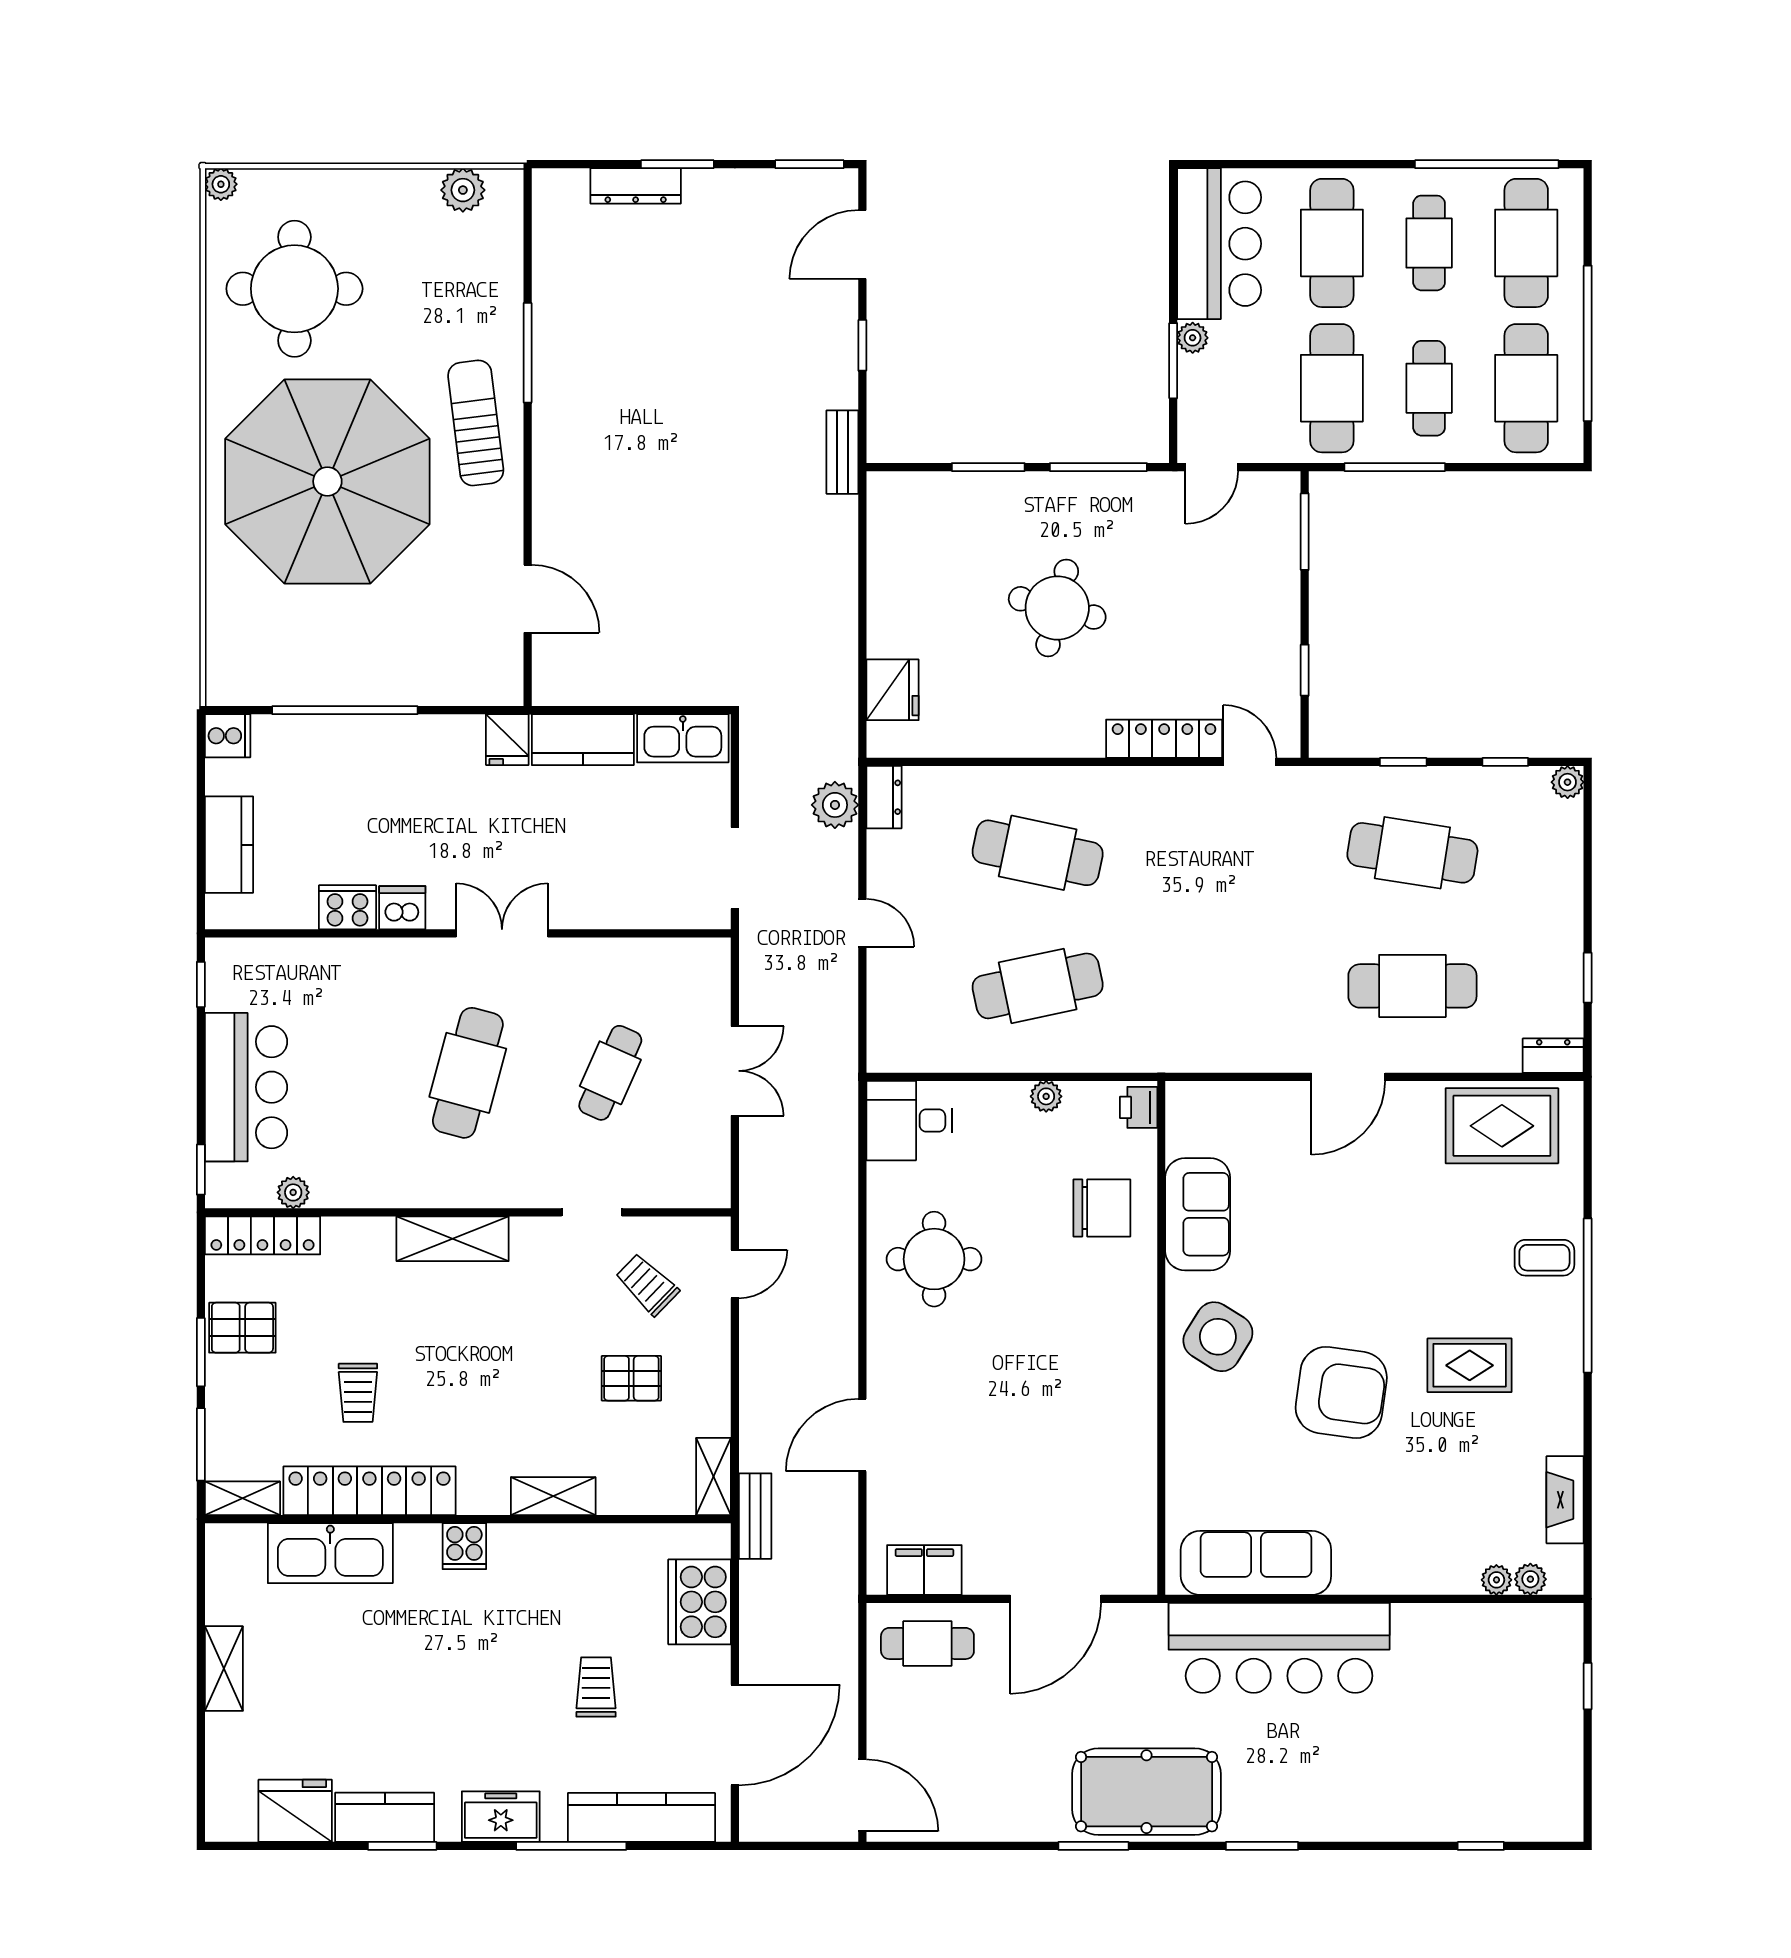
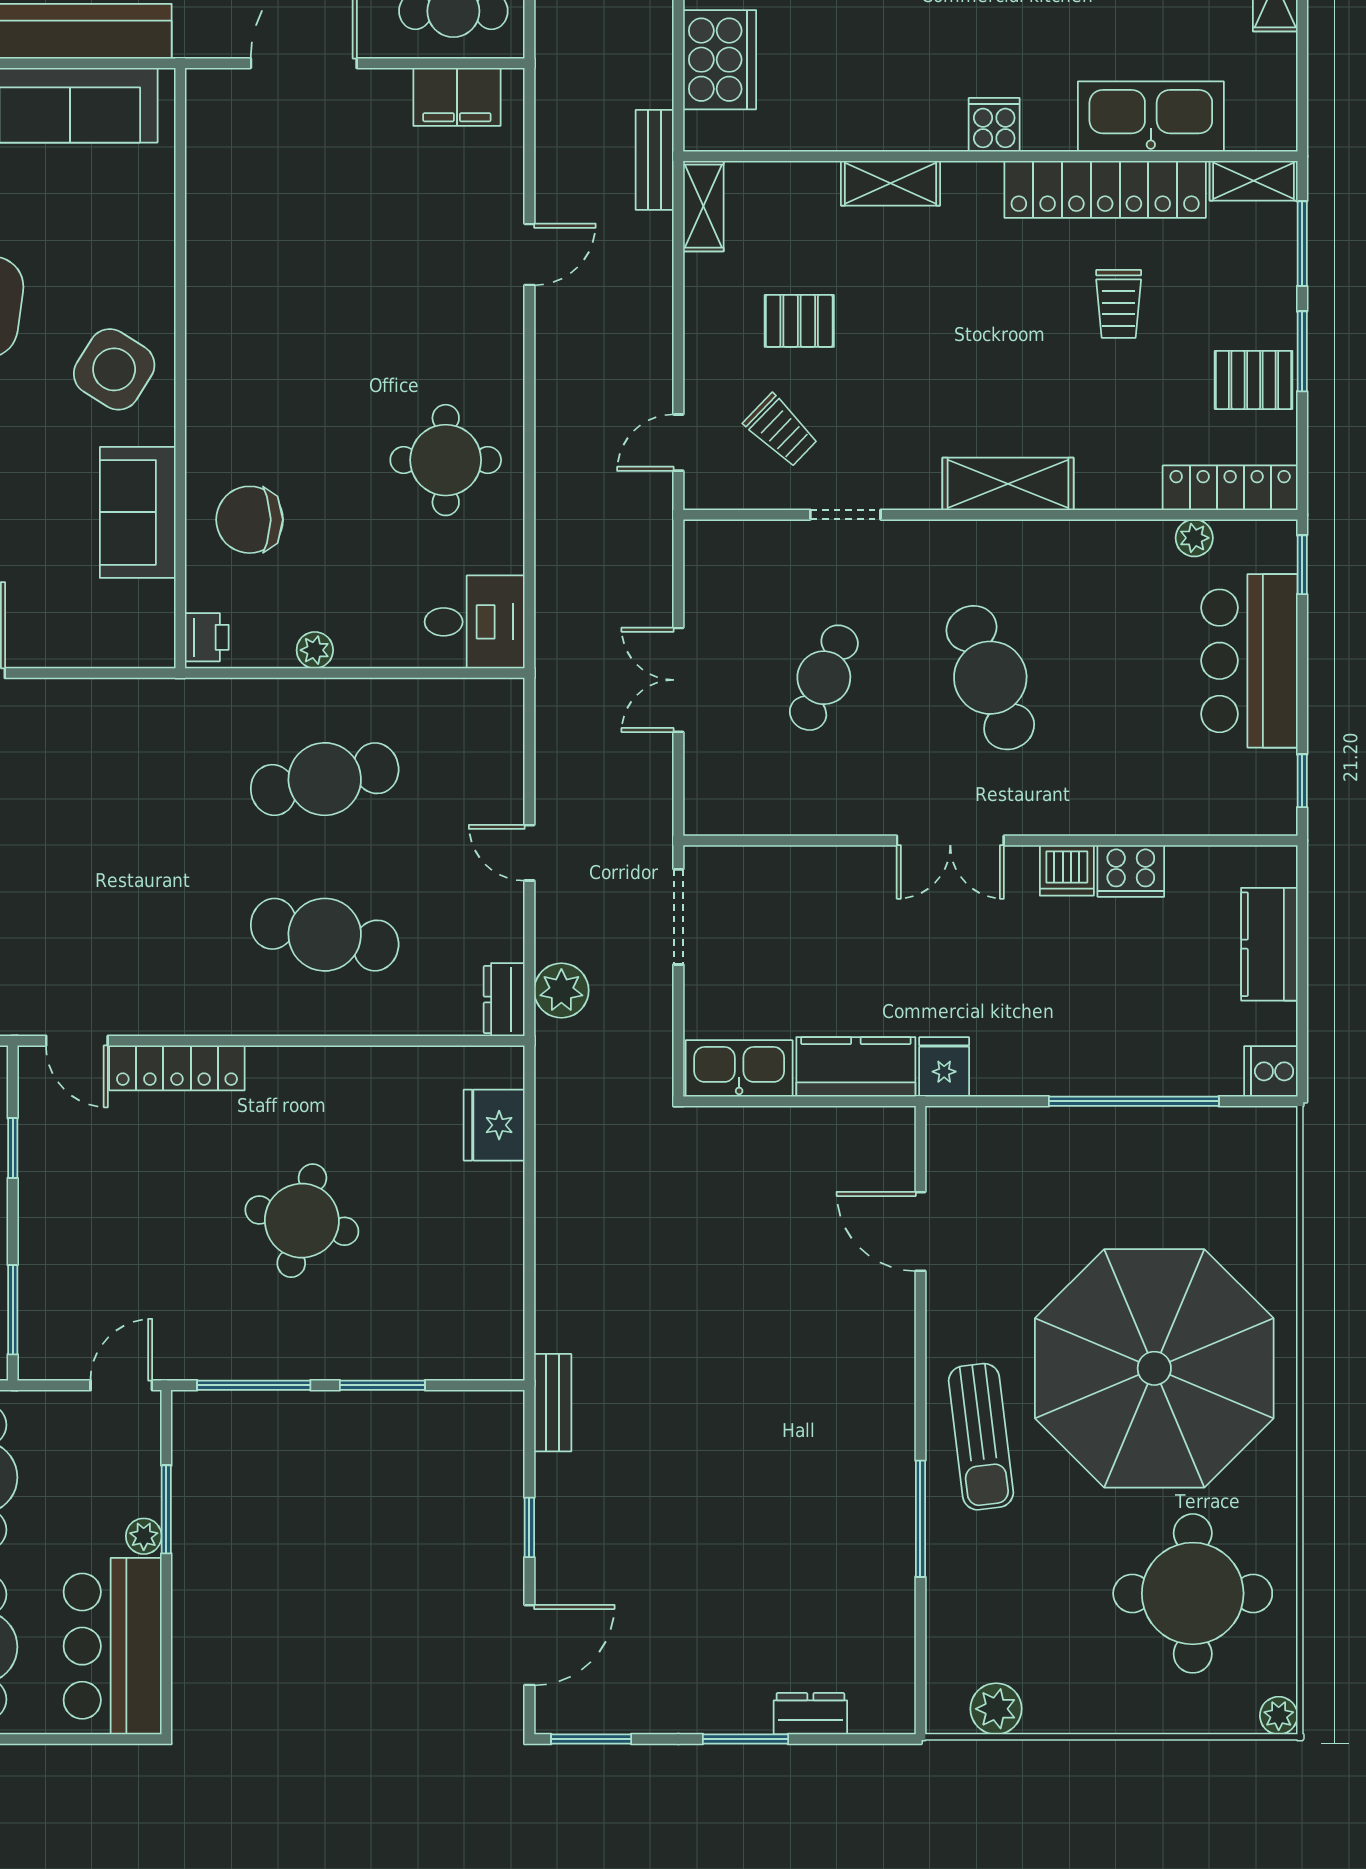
dresser: (636, 186) -> (810, 1714), width x0.70
cafe table: (468, 1073) -> (990, 678), turned -36
trolley: (358, 1393) -> (1119, 304), turned 180
door: (862, 1435) -> (529, 254), width x0.73

